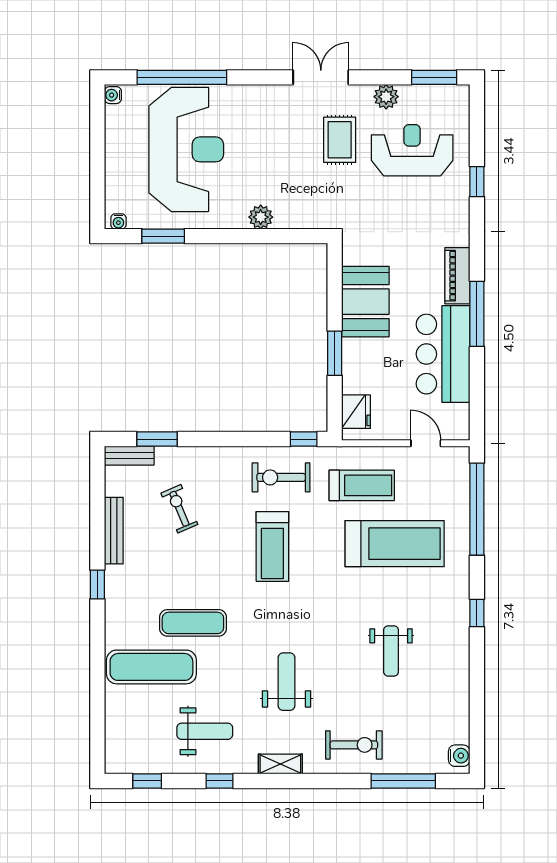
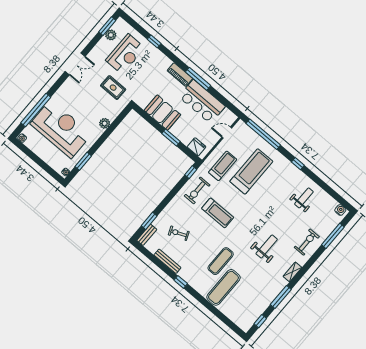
double door: (321, 77) -> (75, 64), swing flipped
plant: (386, 97) -> (111, 35), moved
rug: (340, 140) -> (113, 88), moved
reception desk: (412, 150) -> (125, 54), turned 180
weight bench: (391, 651) -> (304, 198), moved, turned -90
weight bench: (287, 682) -> (267, 247), turned 90
weight bench: (205, 731) -> (260, 288), removed
window: (219, 781) -> (281, 297), width x2.17

